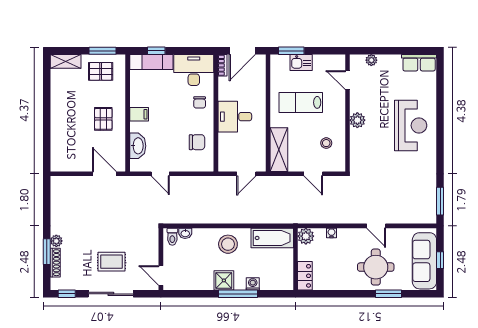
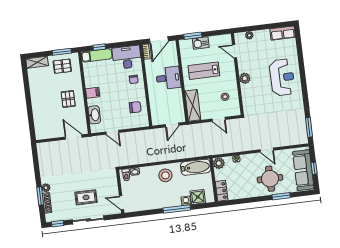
desk: (235, 117) -> (168, 78), moved, turned 180
shower: (224, 280) -> (198, 197), moved

